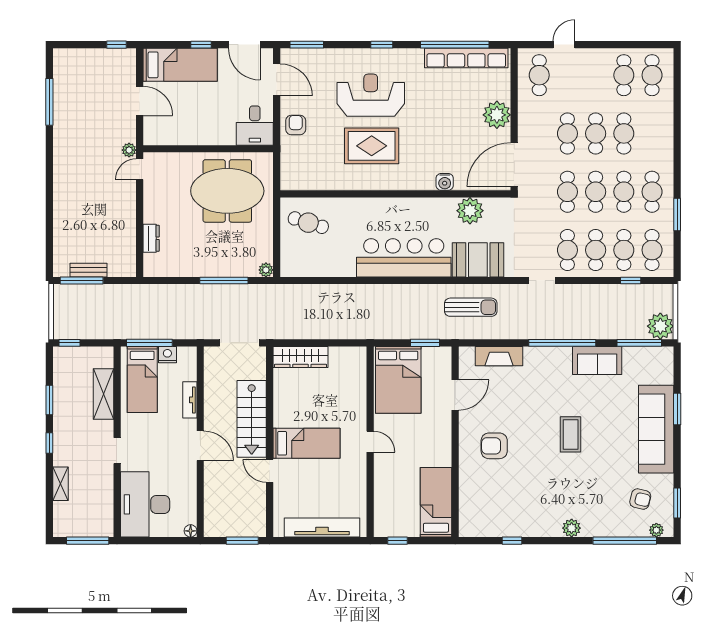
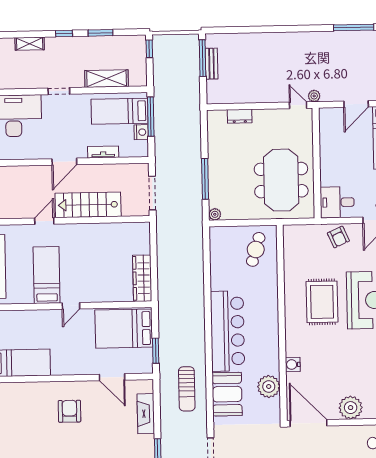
armchair: (296, 125) -> (338, 237), turned 66
wardrobe: (300, 357) -> (142, 278), moved
bed: (307, 443) -> (47, 275), moved, turned 180

